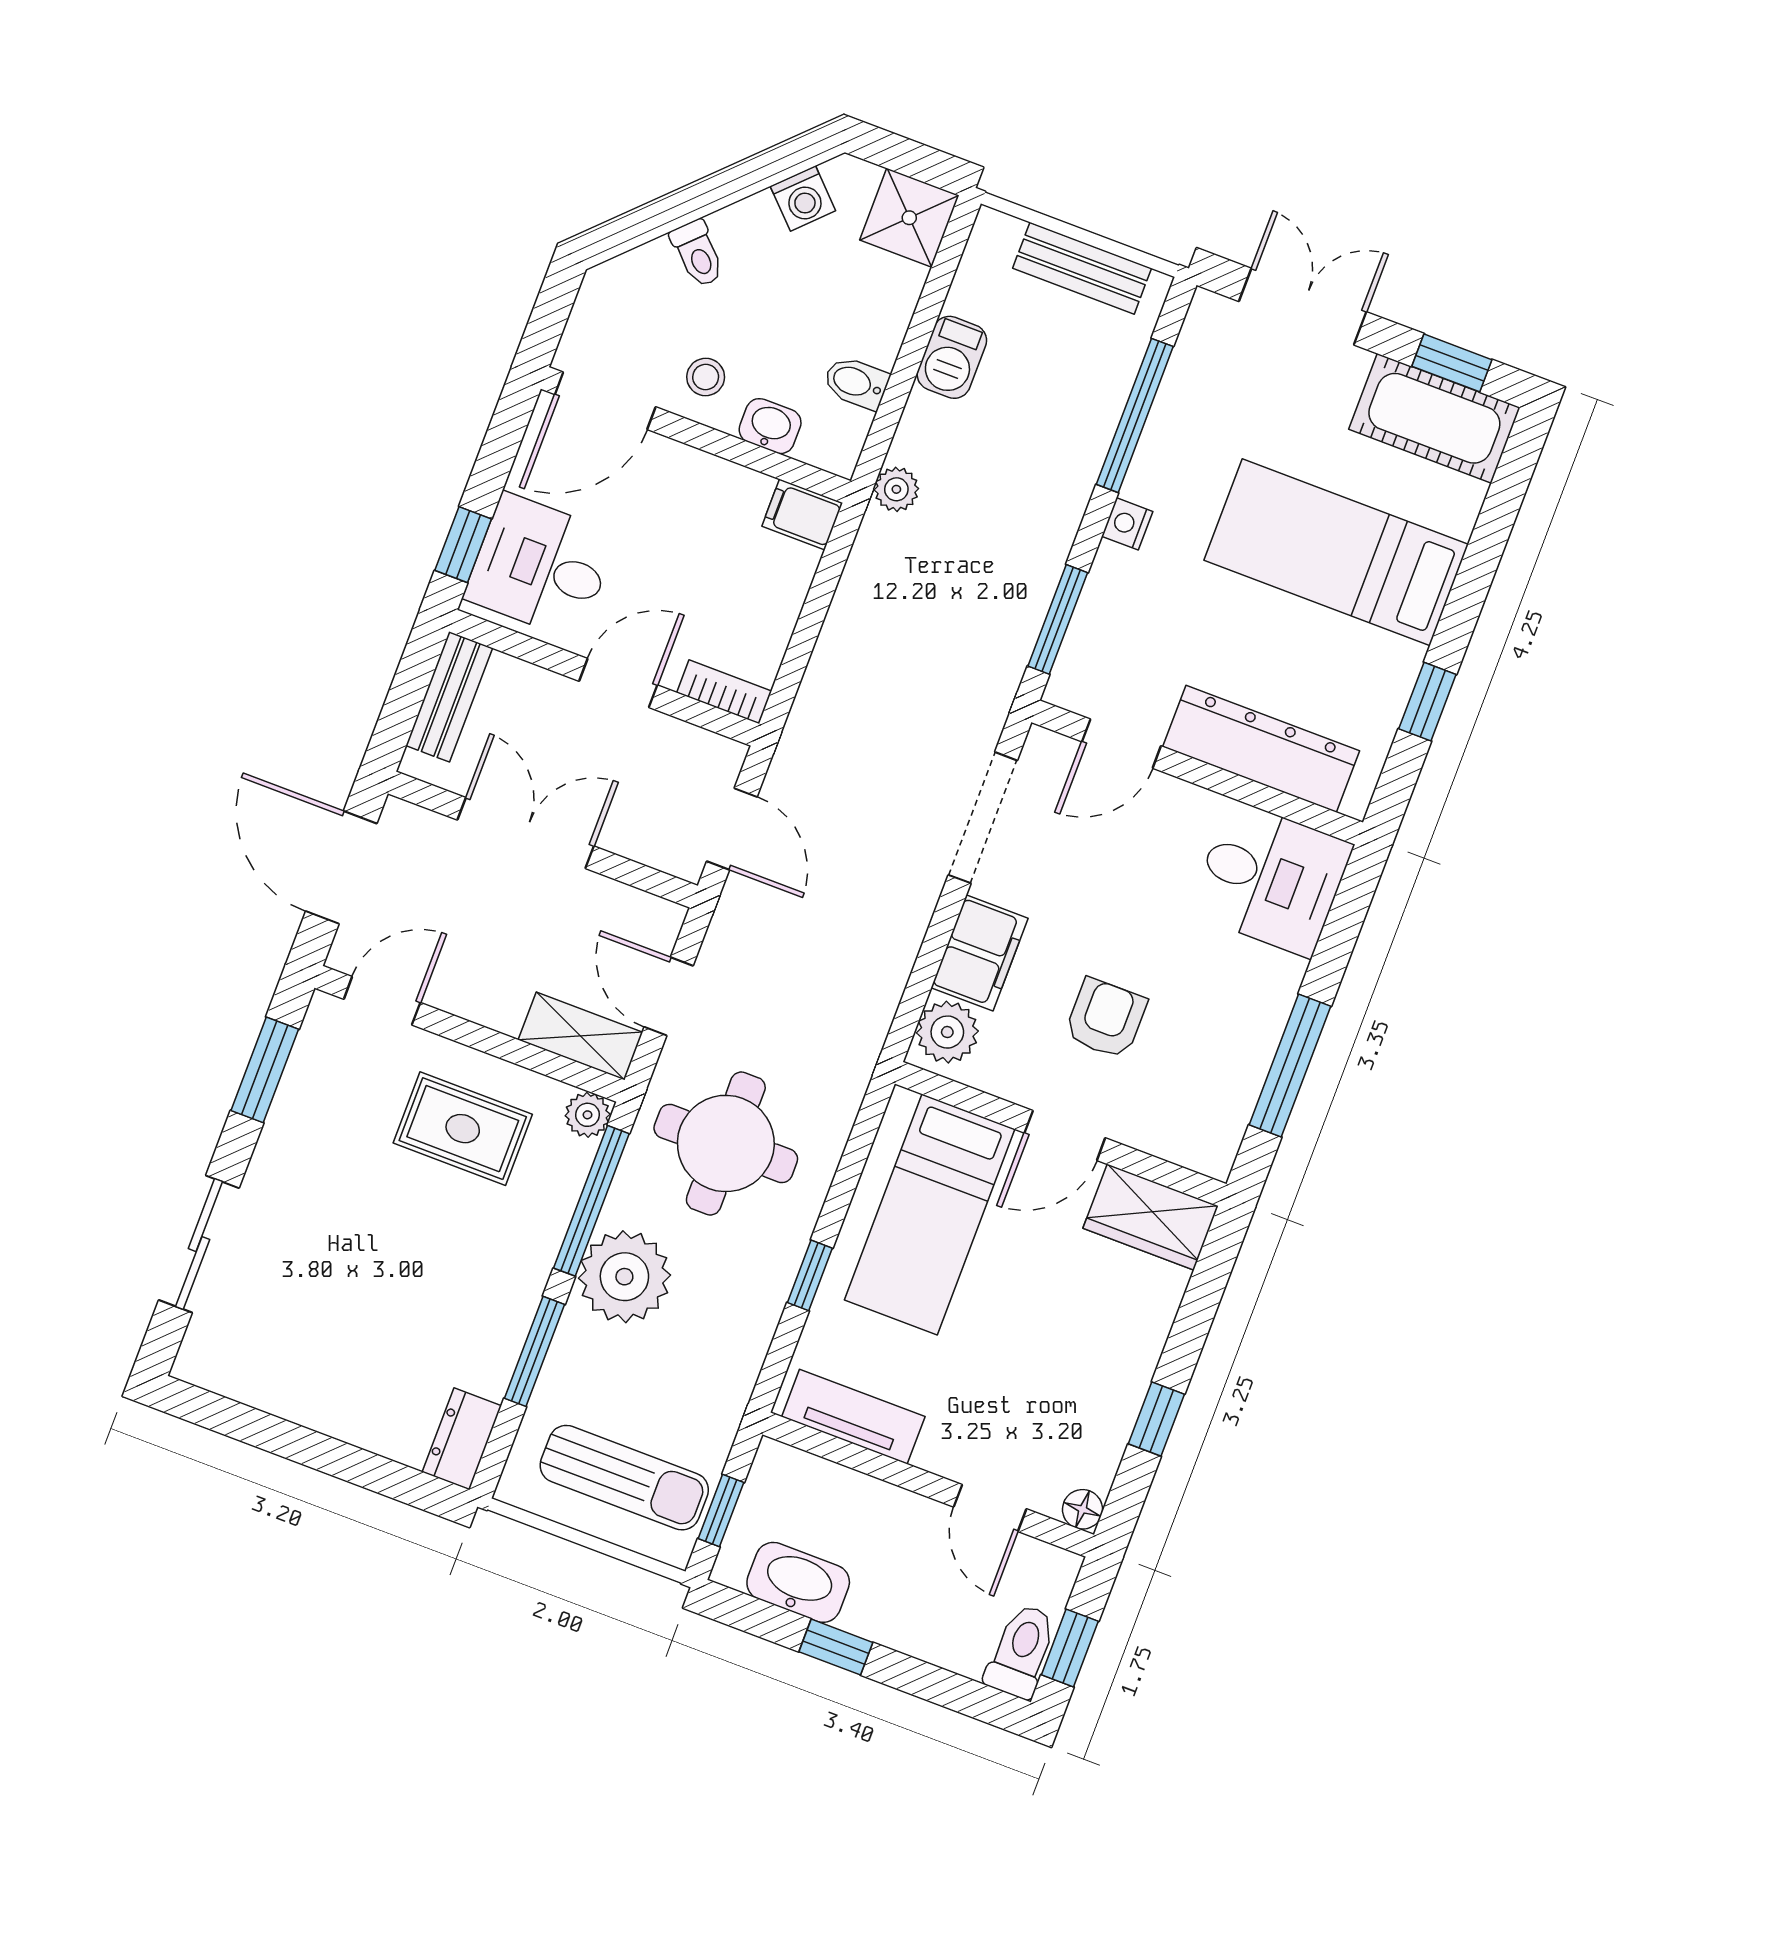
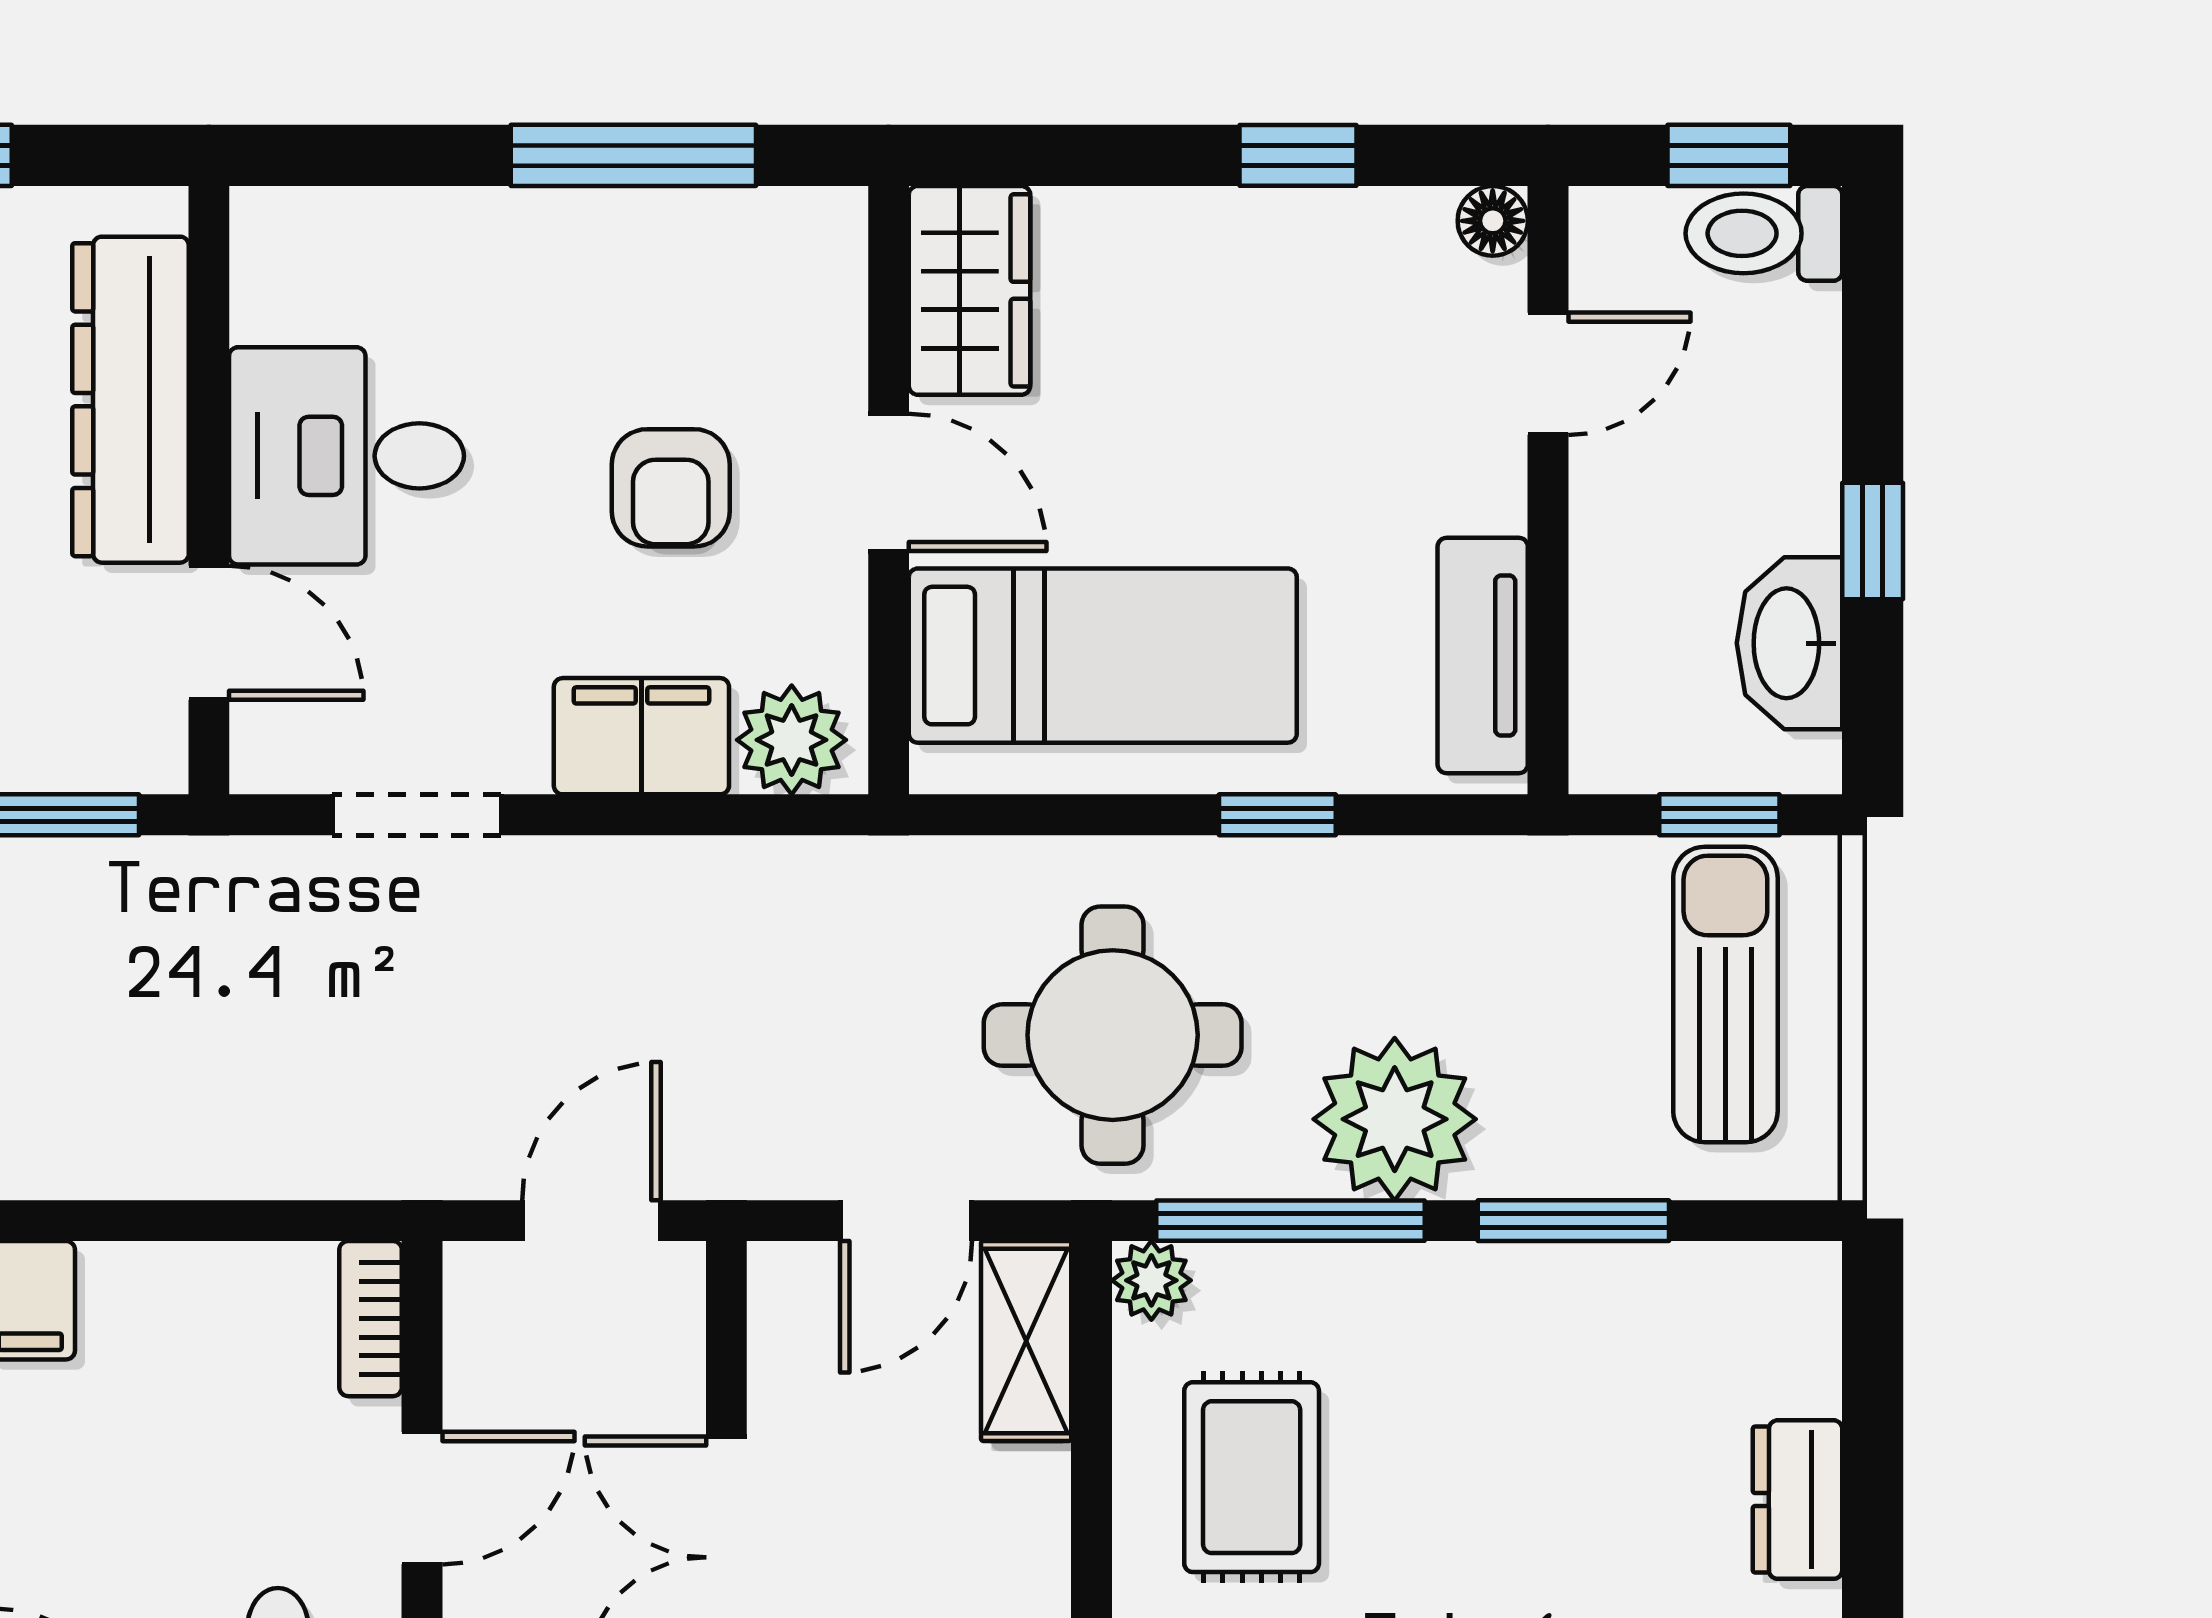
door: (618, 683) -> (422, 1498), swing flipped
doorway: (983, 818) -> (417, 815), width x0.73
desk: (1271, 879) -> (347, 456), moved, turned -90
armchair: (1106, 1018) -> (671, 488), turned -90
dresser: (462, 1439) -> (1797, 1500), moved, turned 90

